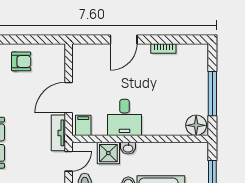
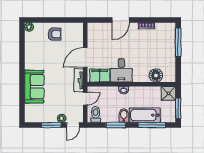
window: (212, 94) -> (178, 42), moved
filing cabinet: (83, 125) -> (100, 75), width x2.00
floor lamp: (196, 125) -> (156, 75), moved
shower: (108, 153) -> (168, 93), moved

